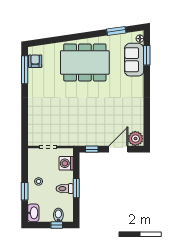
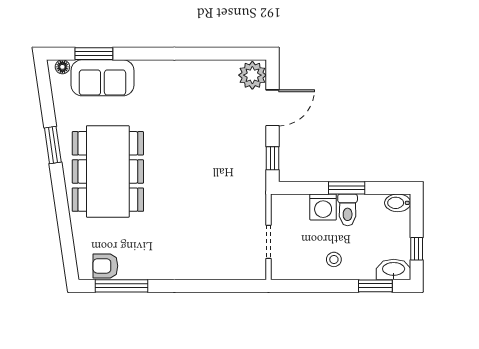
window: (116, 31) -> (53, 145), moved
door: (118, 149) -> (273, 108), swing flipped
washing machine: (66, 163) -> (323, 207), moved
window: (25, 191) -> (375, 286), moved
bidet: (58, 215) -> (398, 203), moved
window: (57, 225) -> (417, 249), moved

